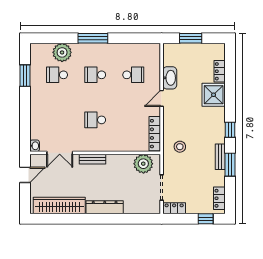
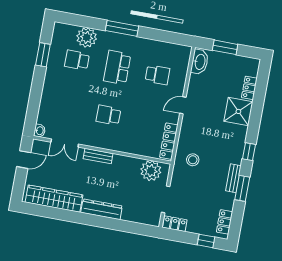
school desk: (95, 75) -> (117, 67), width x1.85
washbasin: (170, 78) -> (200, 62), moved

